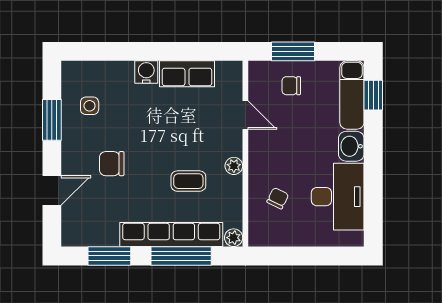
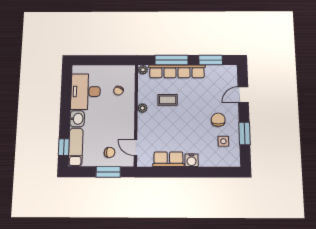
door: (245, 115) -> (136, 148), moved
chair: (112, 164) -> (218, 120), moved, turned -90

